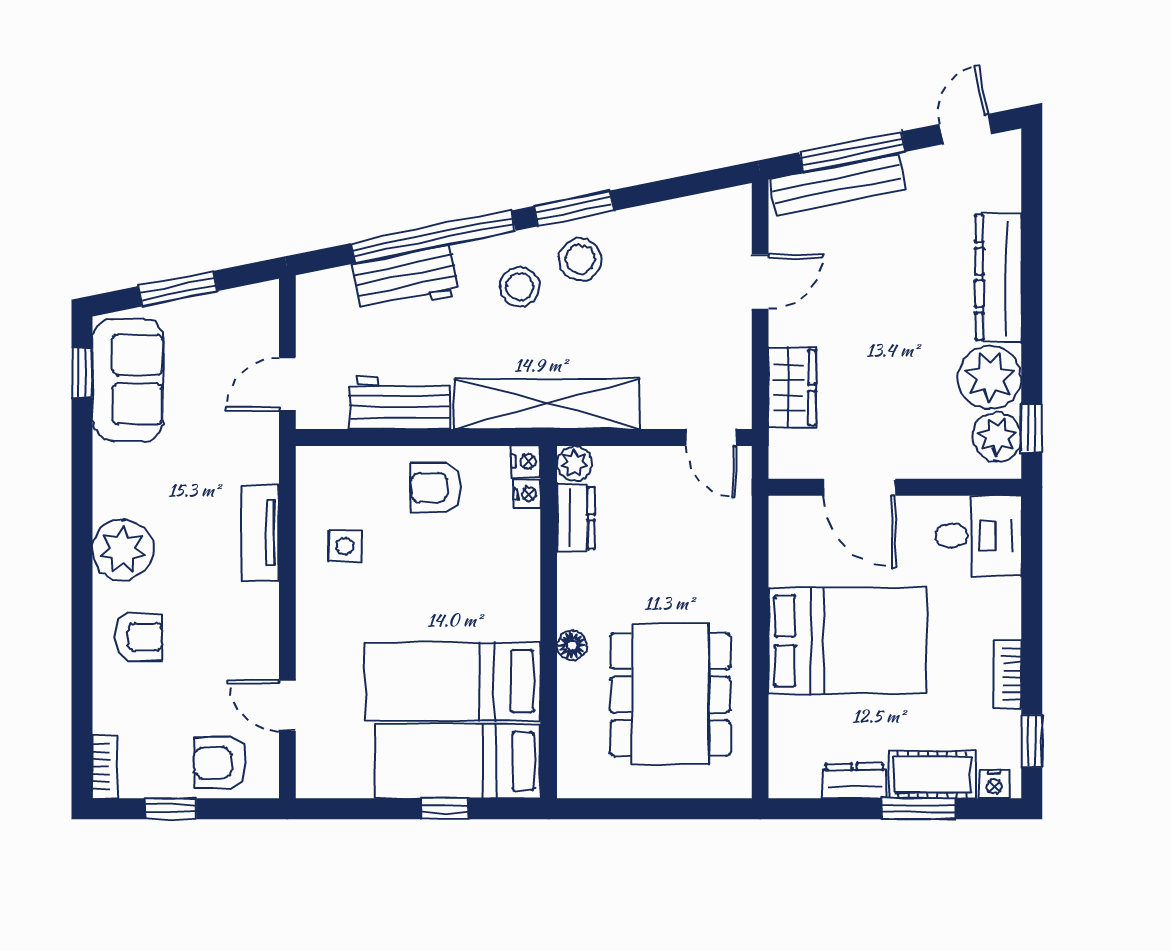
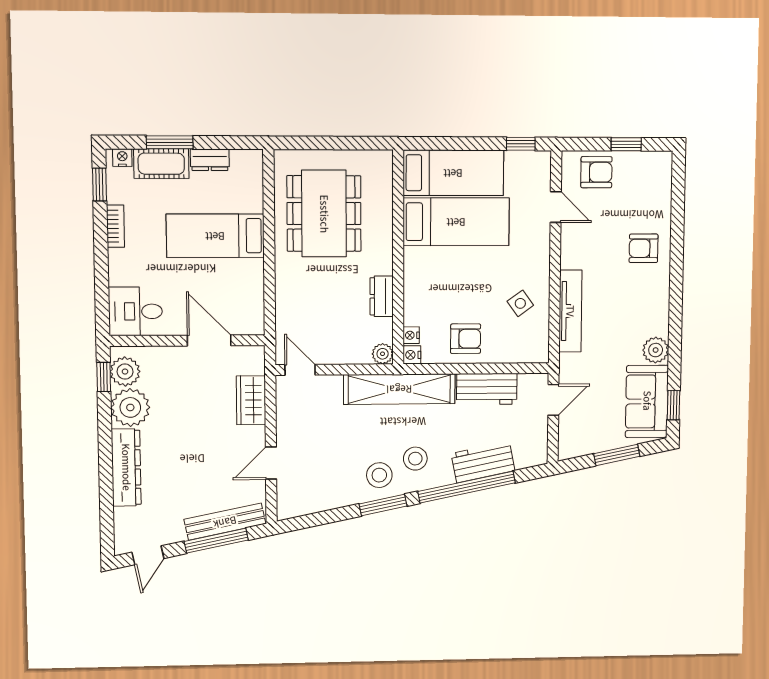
dresser: (576, 518) -> (382, 296), moved
tv unit: (260, 533) -> (570, 311), width x1.41
side table: (345, 546) -> (520, 303), turned -36
plant: (123, 550) -> (656, 350), moved, width x0.73, depth x0.73
bed: (847, 641) -> (215, 236), width x0.67
floor lamp: (572, 645) -> (384, 244), removed
bookcase: (105, 767) -> (665, 170), removed
window: (445, 809) -> (521, 144), moved

